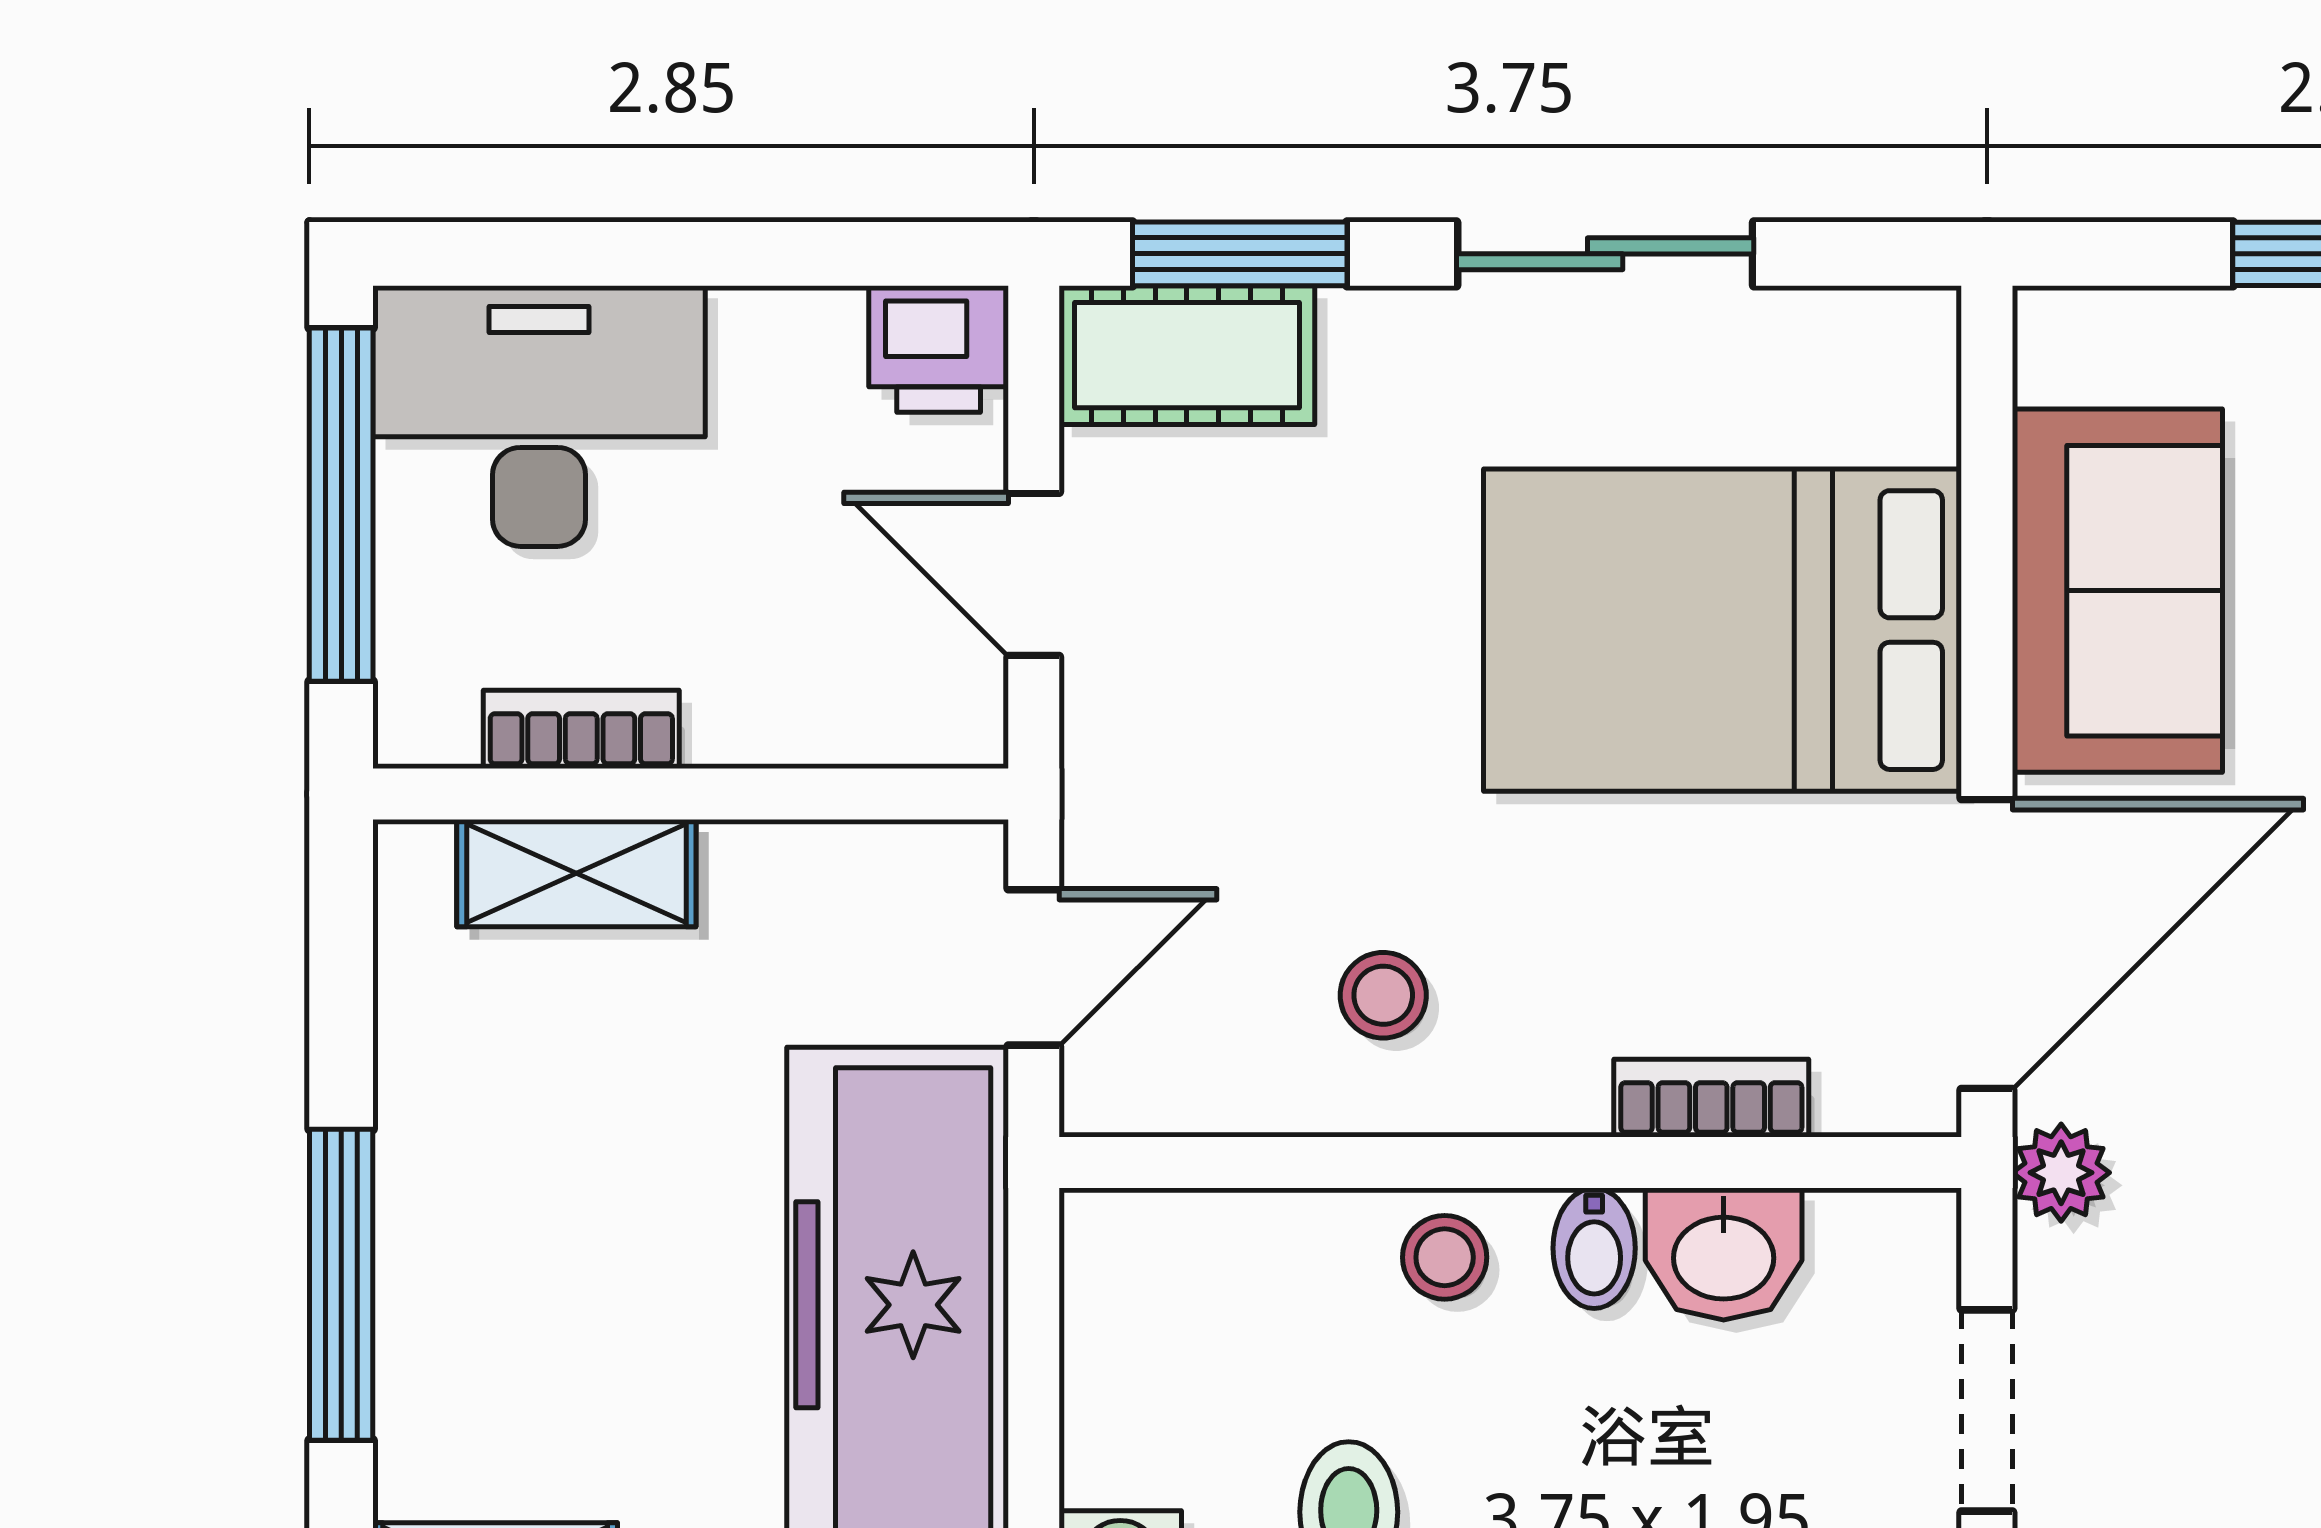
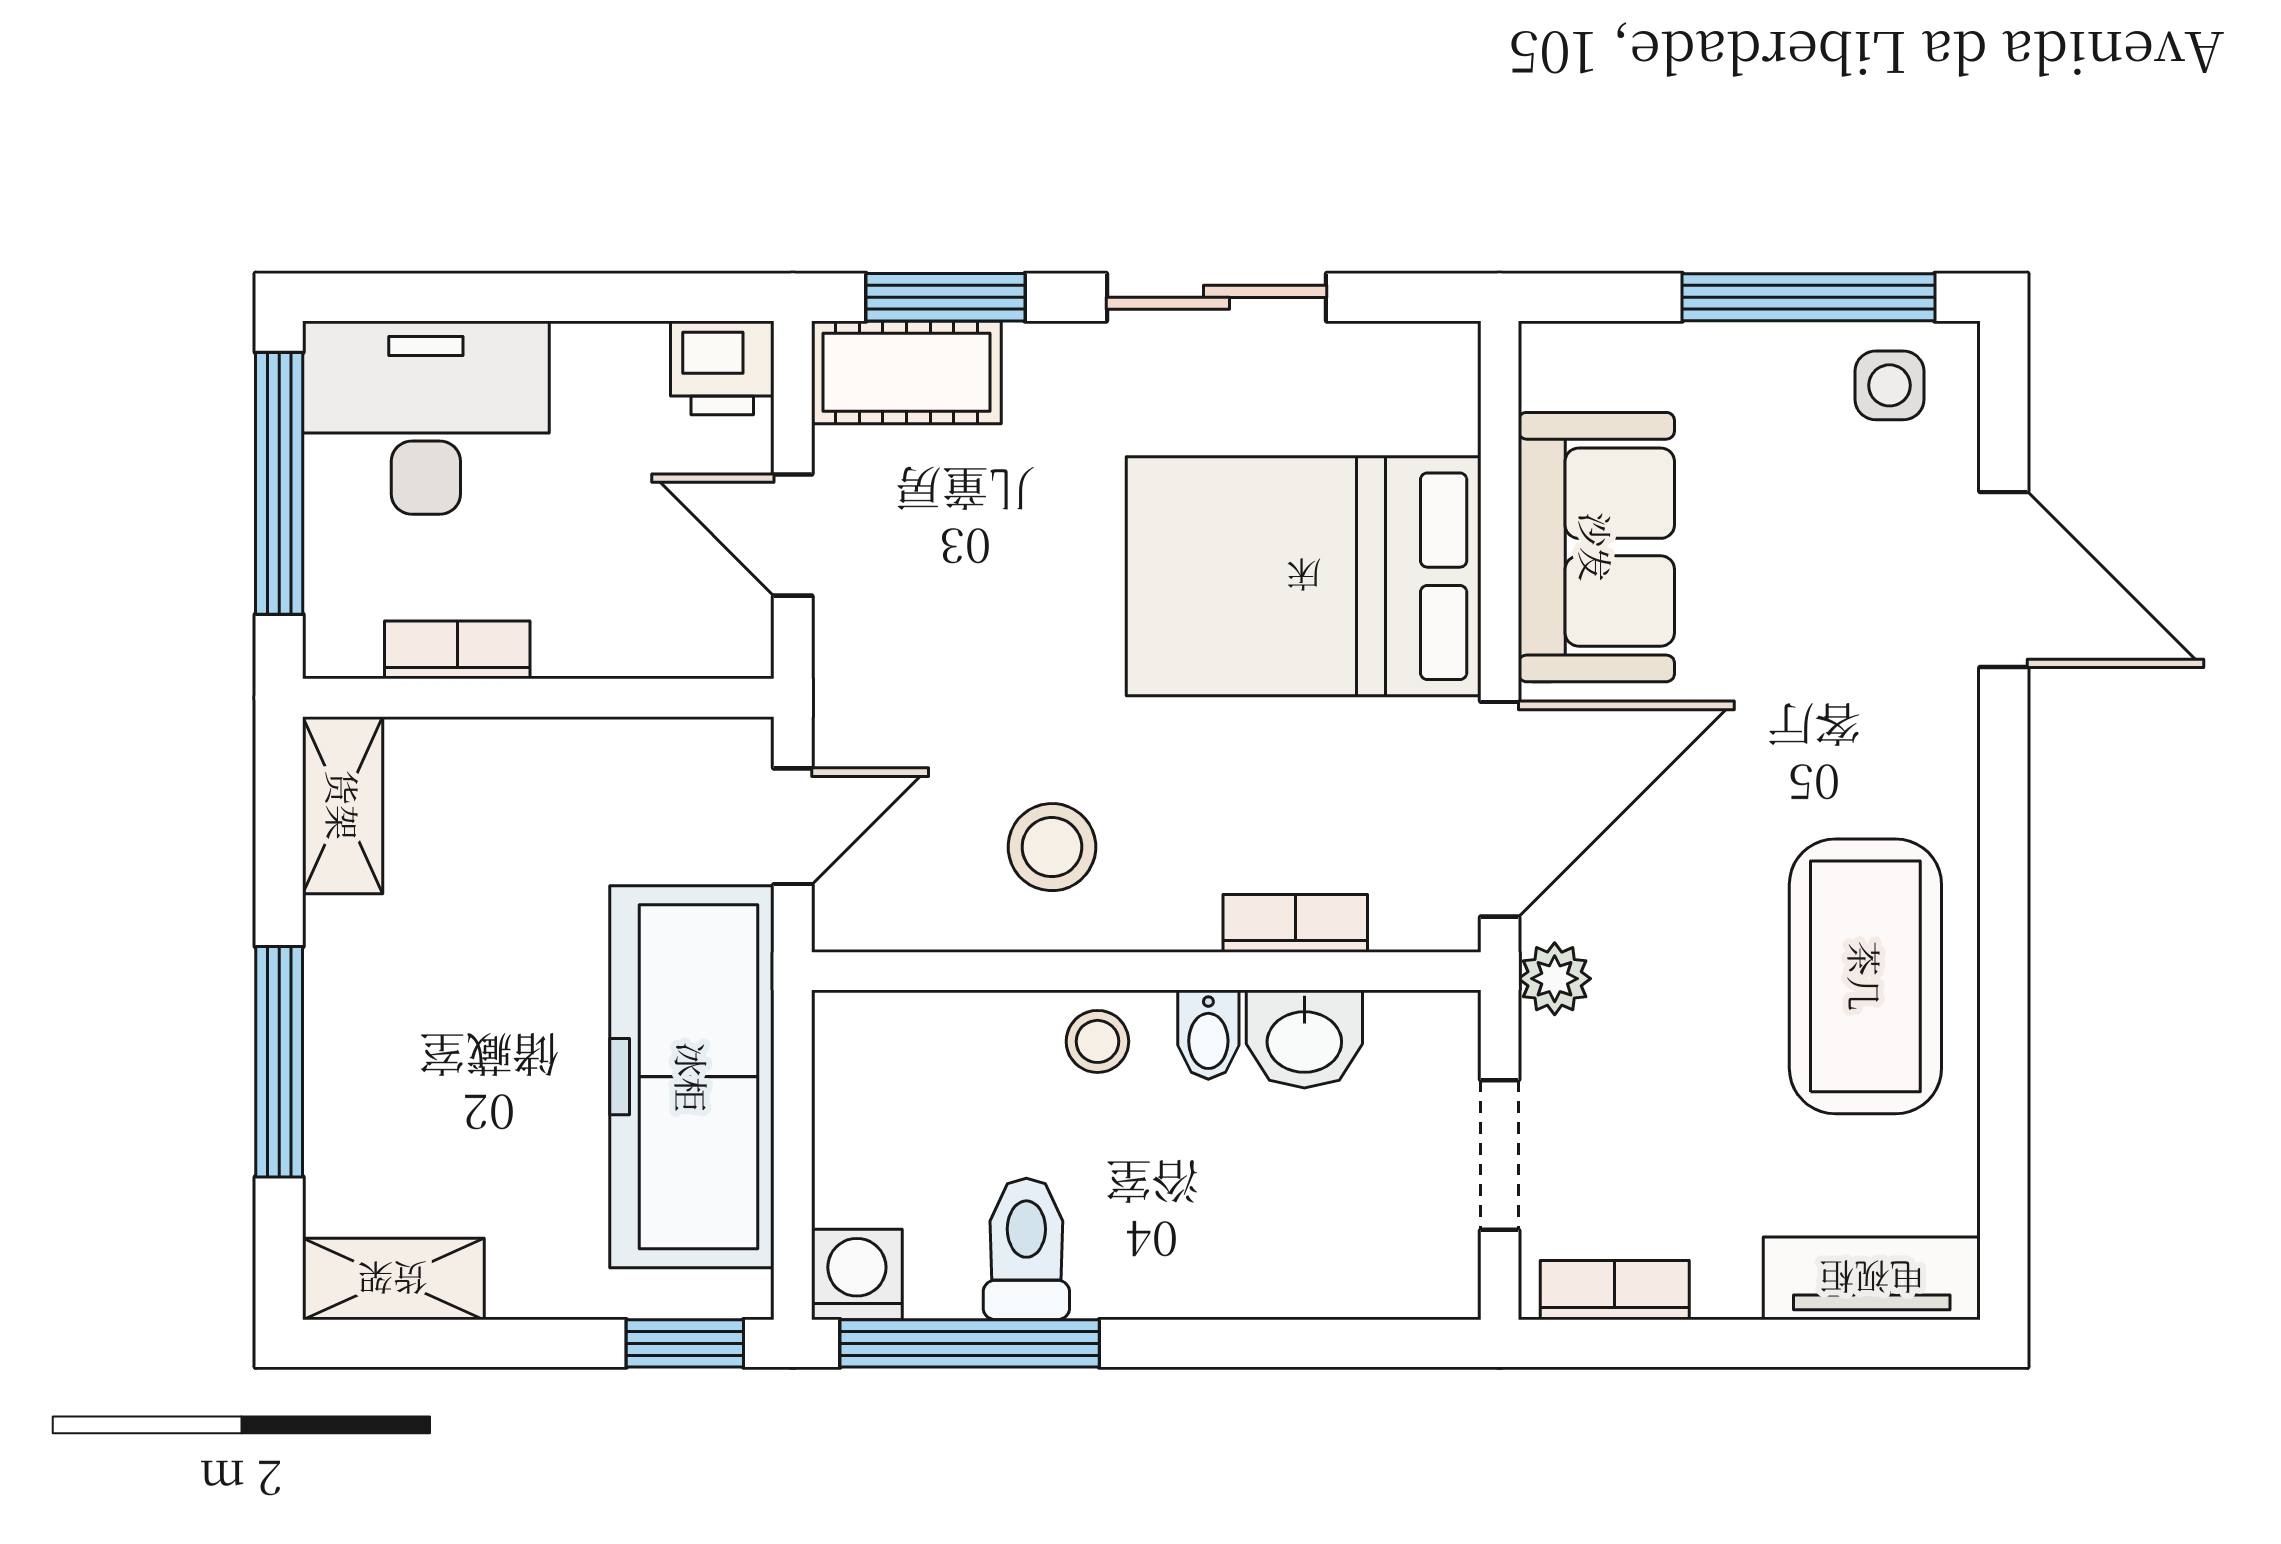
shelving: (576, 873) -> (343, 805), moved, turned 90
stool: (1383, 995) -> (1052, 847), width x1.37, depth x1.37

